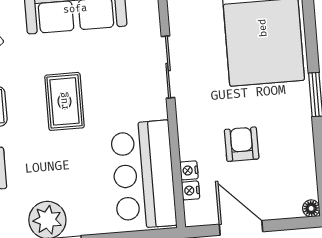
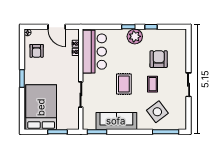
armchair: (242, 144) -> (37, 51), moved

